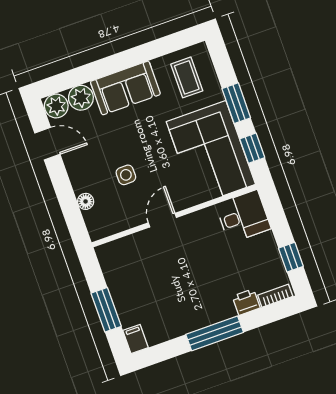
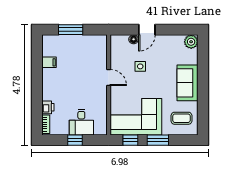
plant: (81, 98) -> (191, 57), removed
door: (47, 144) -> (147, 30), moved
desk: (243, 216) -> (81, 122), moved
window: (291, 257) -> (75, 140), moved
window: (215, 333) -> (37, 84), removed
filing cabinet: (136, 339) -> (49, 62), moved

